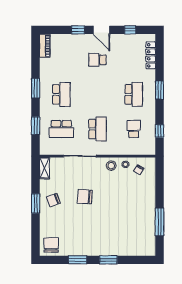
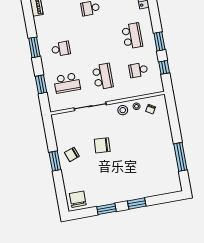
window: (160, 90) -> (159, 41), moved
school desk: (61, 94) -> (61, 49), width x0.54
school desk: (134, 129) -> (138, 70), turned -90
shelving: (44, 168) -> (57, 124), removed

